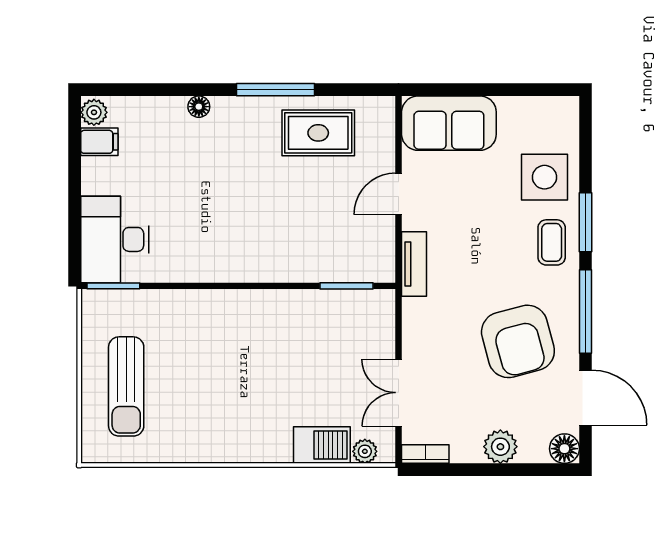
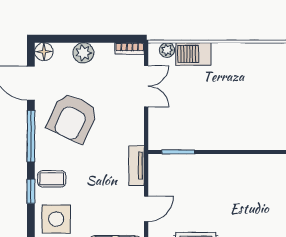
window: (586, 222) -> (31, 191), width x0.67
coffee table: (552, 242) -> (52, 179), turned 90
armchair: (518, 341) -> (73, 118), turned -140

